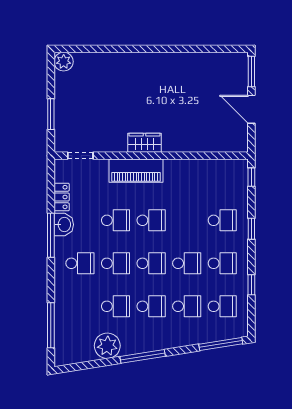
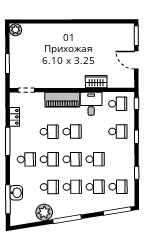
wardrobe: (145, 143) -> (96, 82), moved
desk: (181, 177) -> (91, 104), added
washbasin: (64, 225) -> (16, 193), moved
school desk: (222, 263) -> (118, 104), moved

